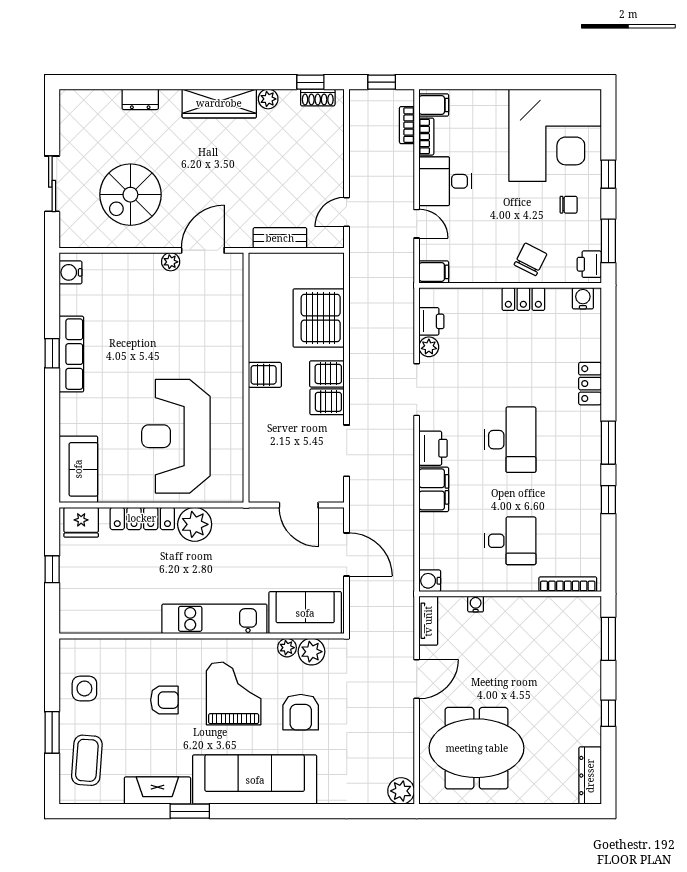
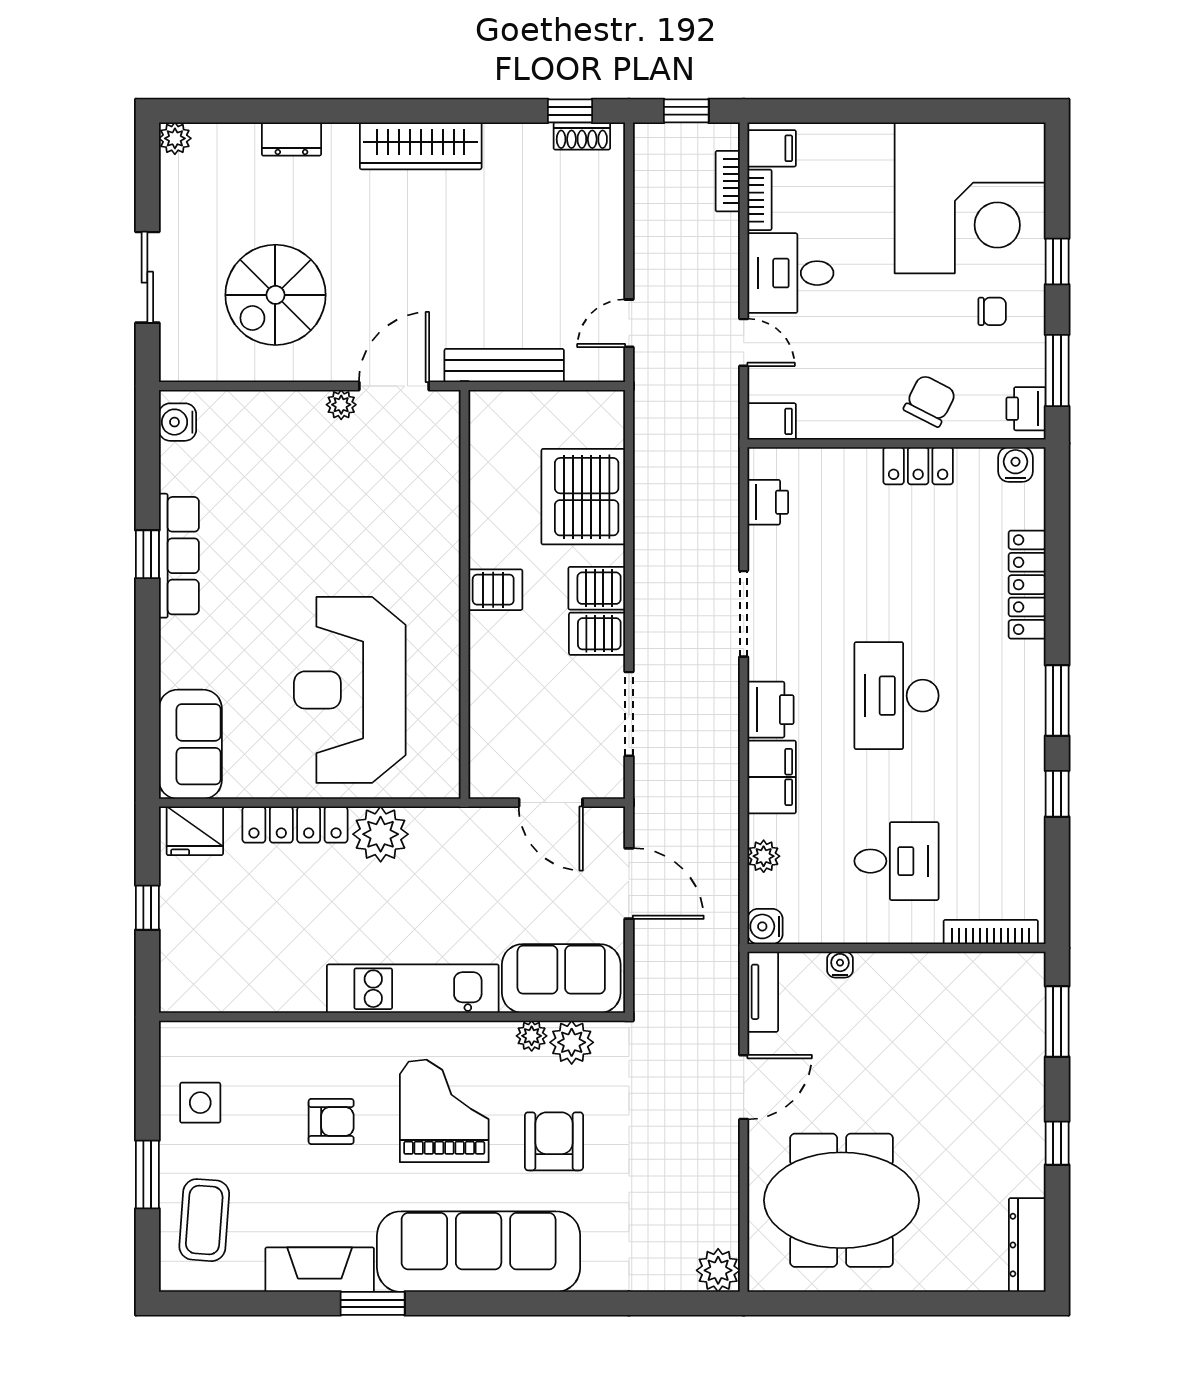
plant: (268, 99) -> (175, 138), moved
bench: (280, 238) -> (504, 365), width x1.36
plant: (429, 347) -> (764, 856), moved
locker: (590, 384) -> (1027, 585), width x1.53
desk: (510, 440) -> (897, 696), turned 180
armchair: (301, 712) -> (554, 1141), turned 180

